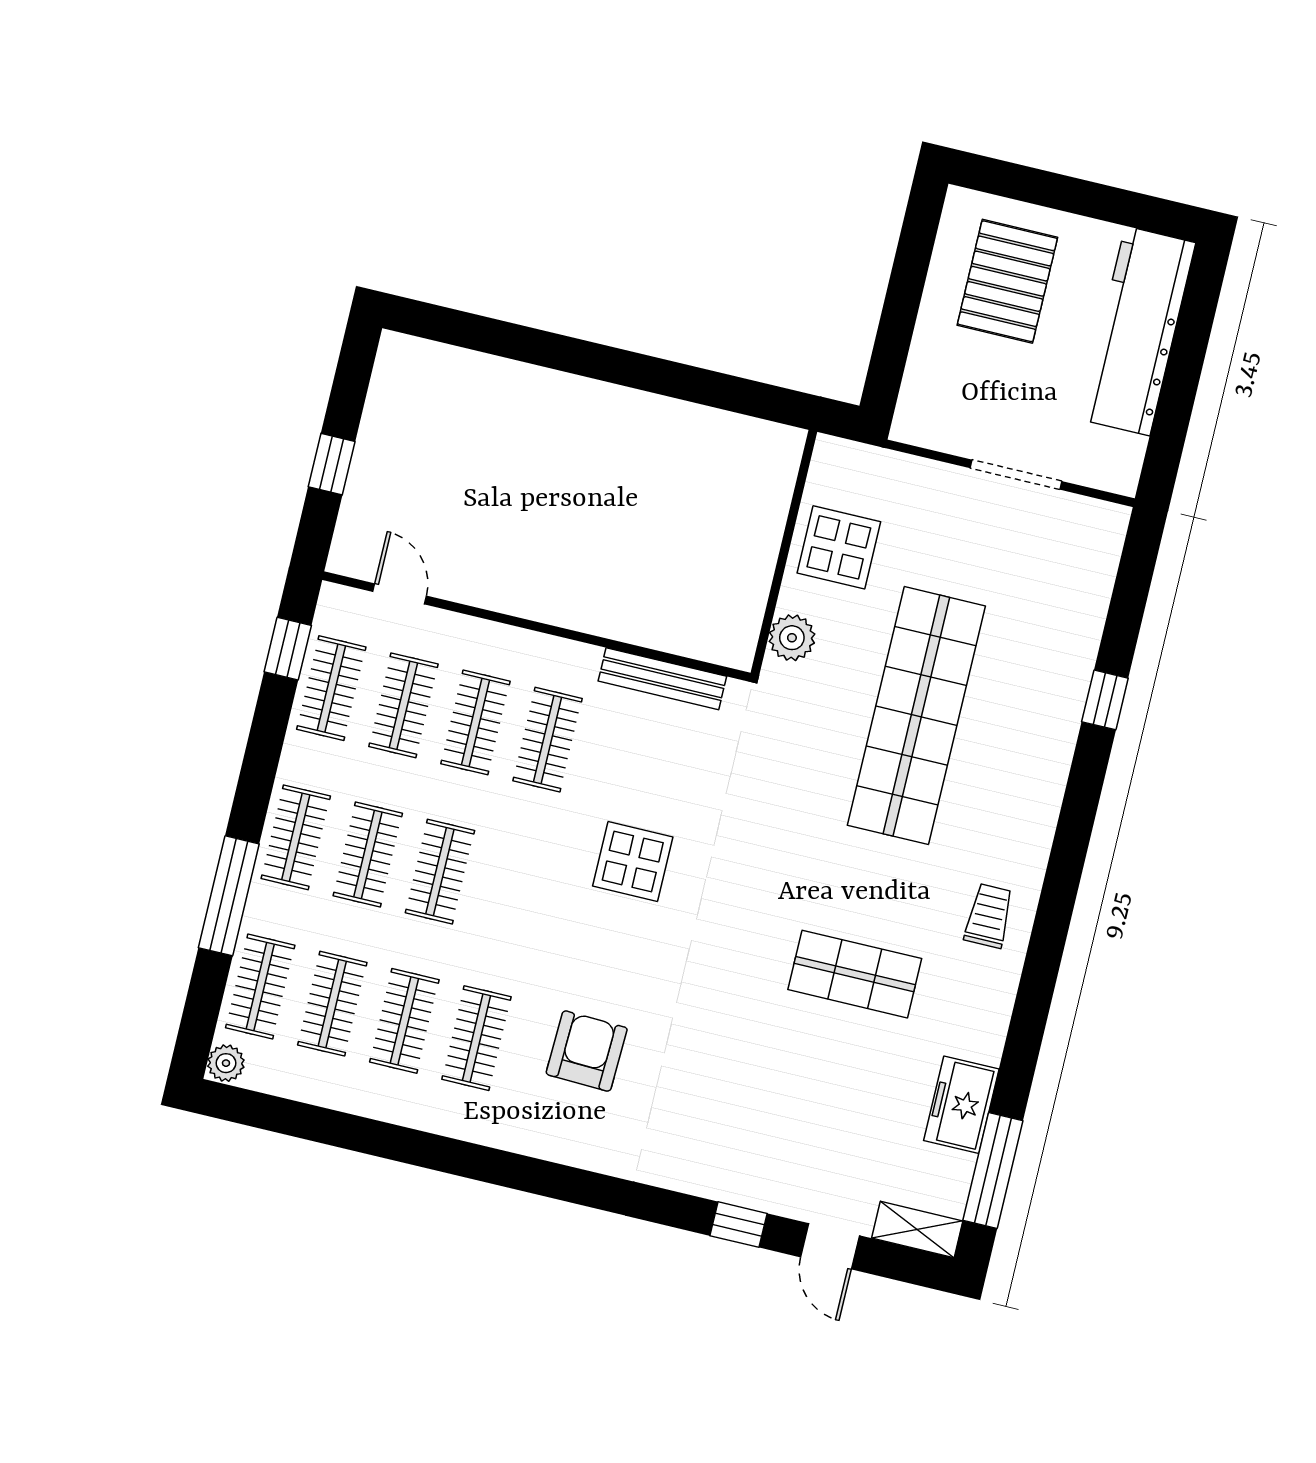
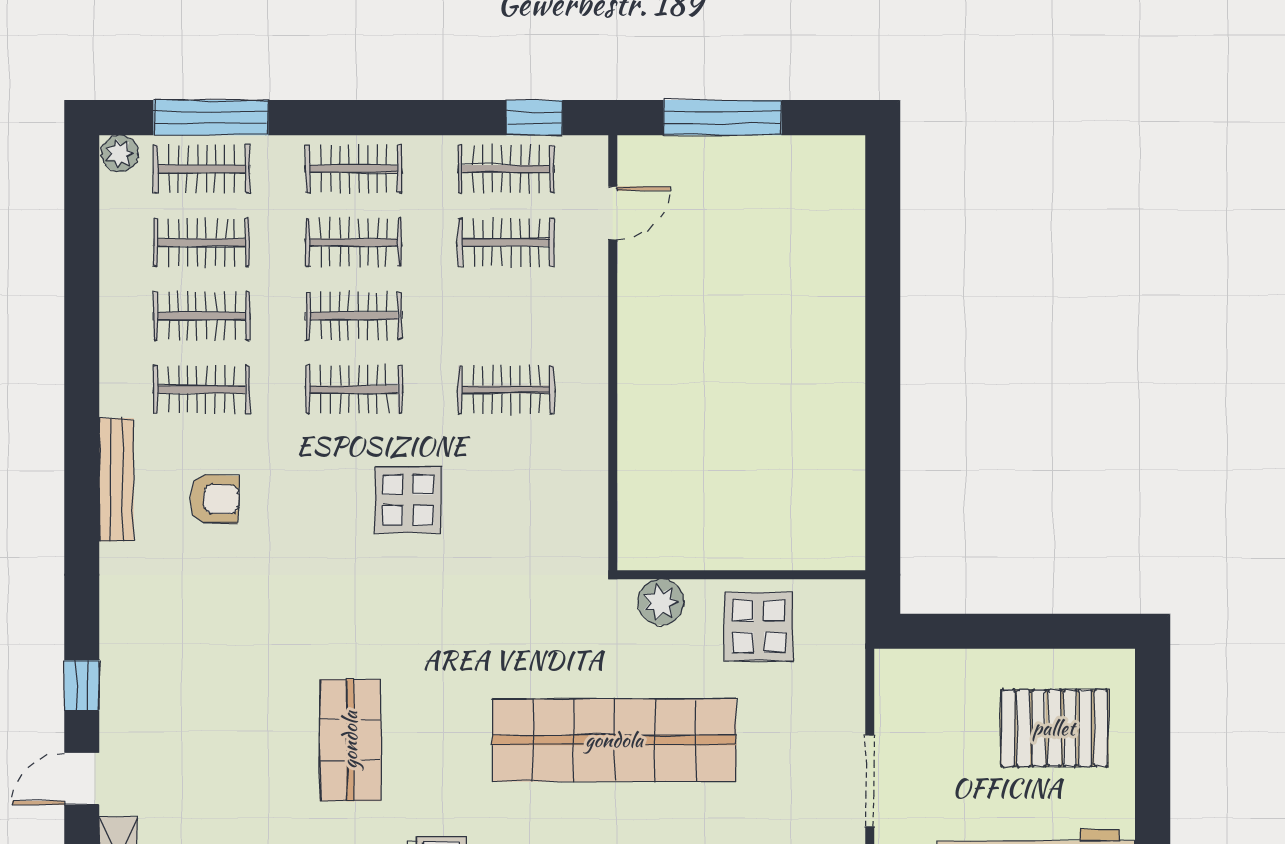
window: (332, 464) -> (722, 118), width x2.17
bench: (662, 679) -> (116, 480), moved
clothes rail: (475, 722) -> (354, 389), moved
window: (229, 896) -> (211, 118), moved
armchair: (587, 1051) -> (214, 499), width x0.72, depth x0.72

